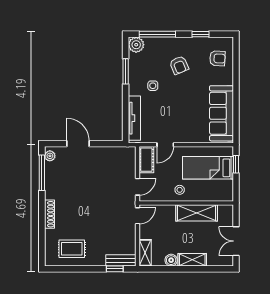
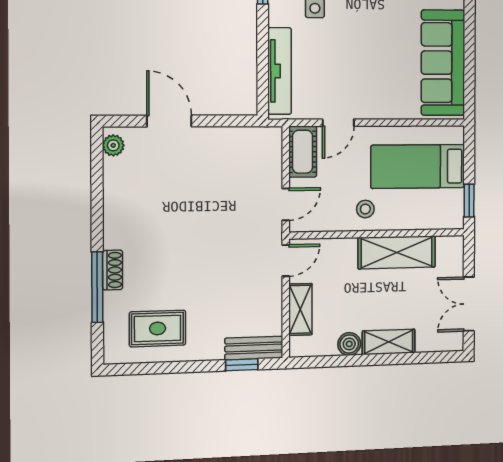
window: (236, 164) -> (469, 201), moved
window: (42, 173) -> (97, 287), moved
shoe rack: (49, 214) -> (113, 270), width x0.70
shelving: (145, 253) -> (300, 309), moved

